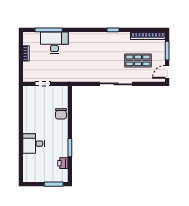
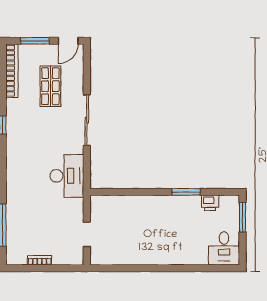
desk: (54, 43) -> (67, 176), moved, turned 180
door: (167, 72) -> (68, 41), hinge flipped
chair: (61, 114) -> (133, 206), removed
desk: (34, 144) -> (224, 248), moved

